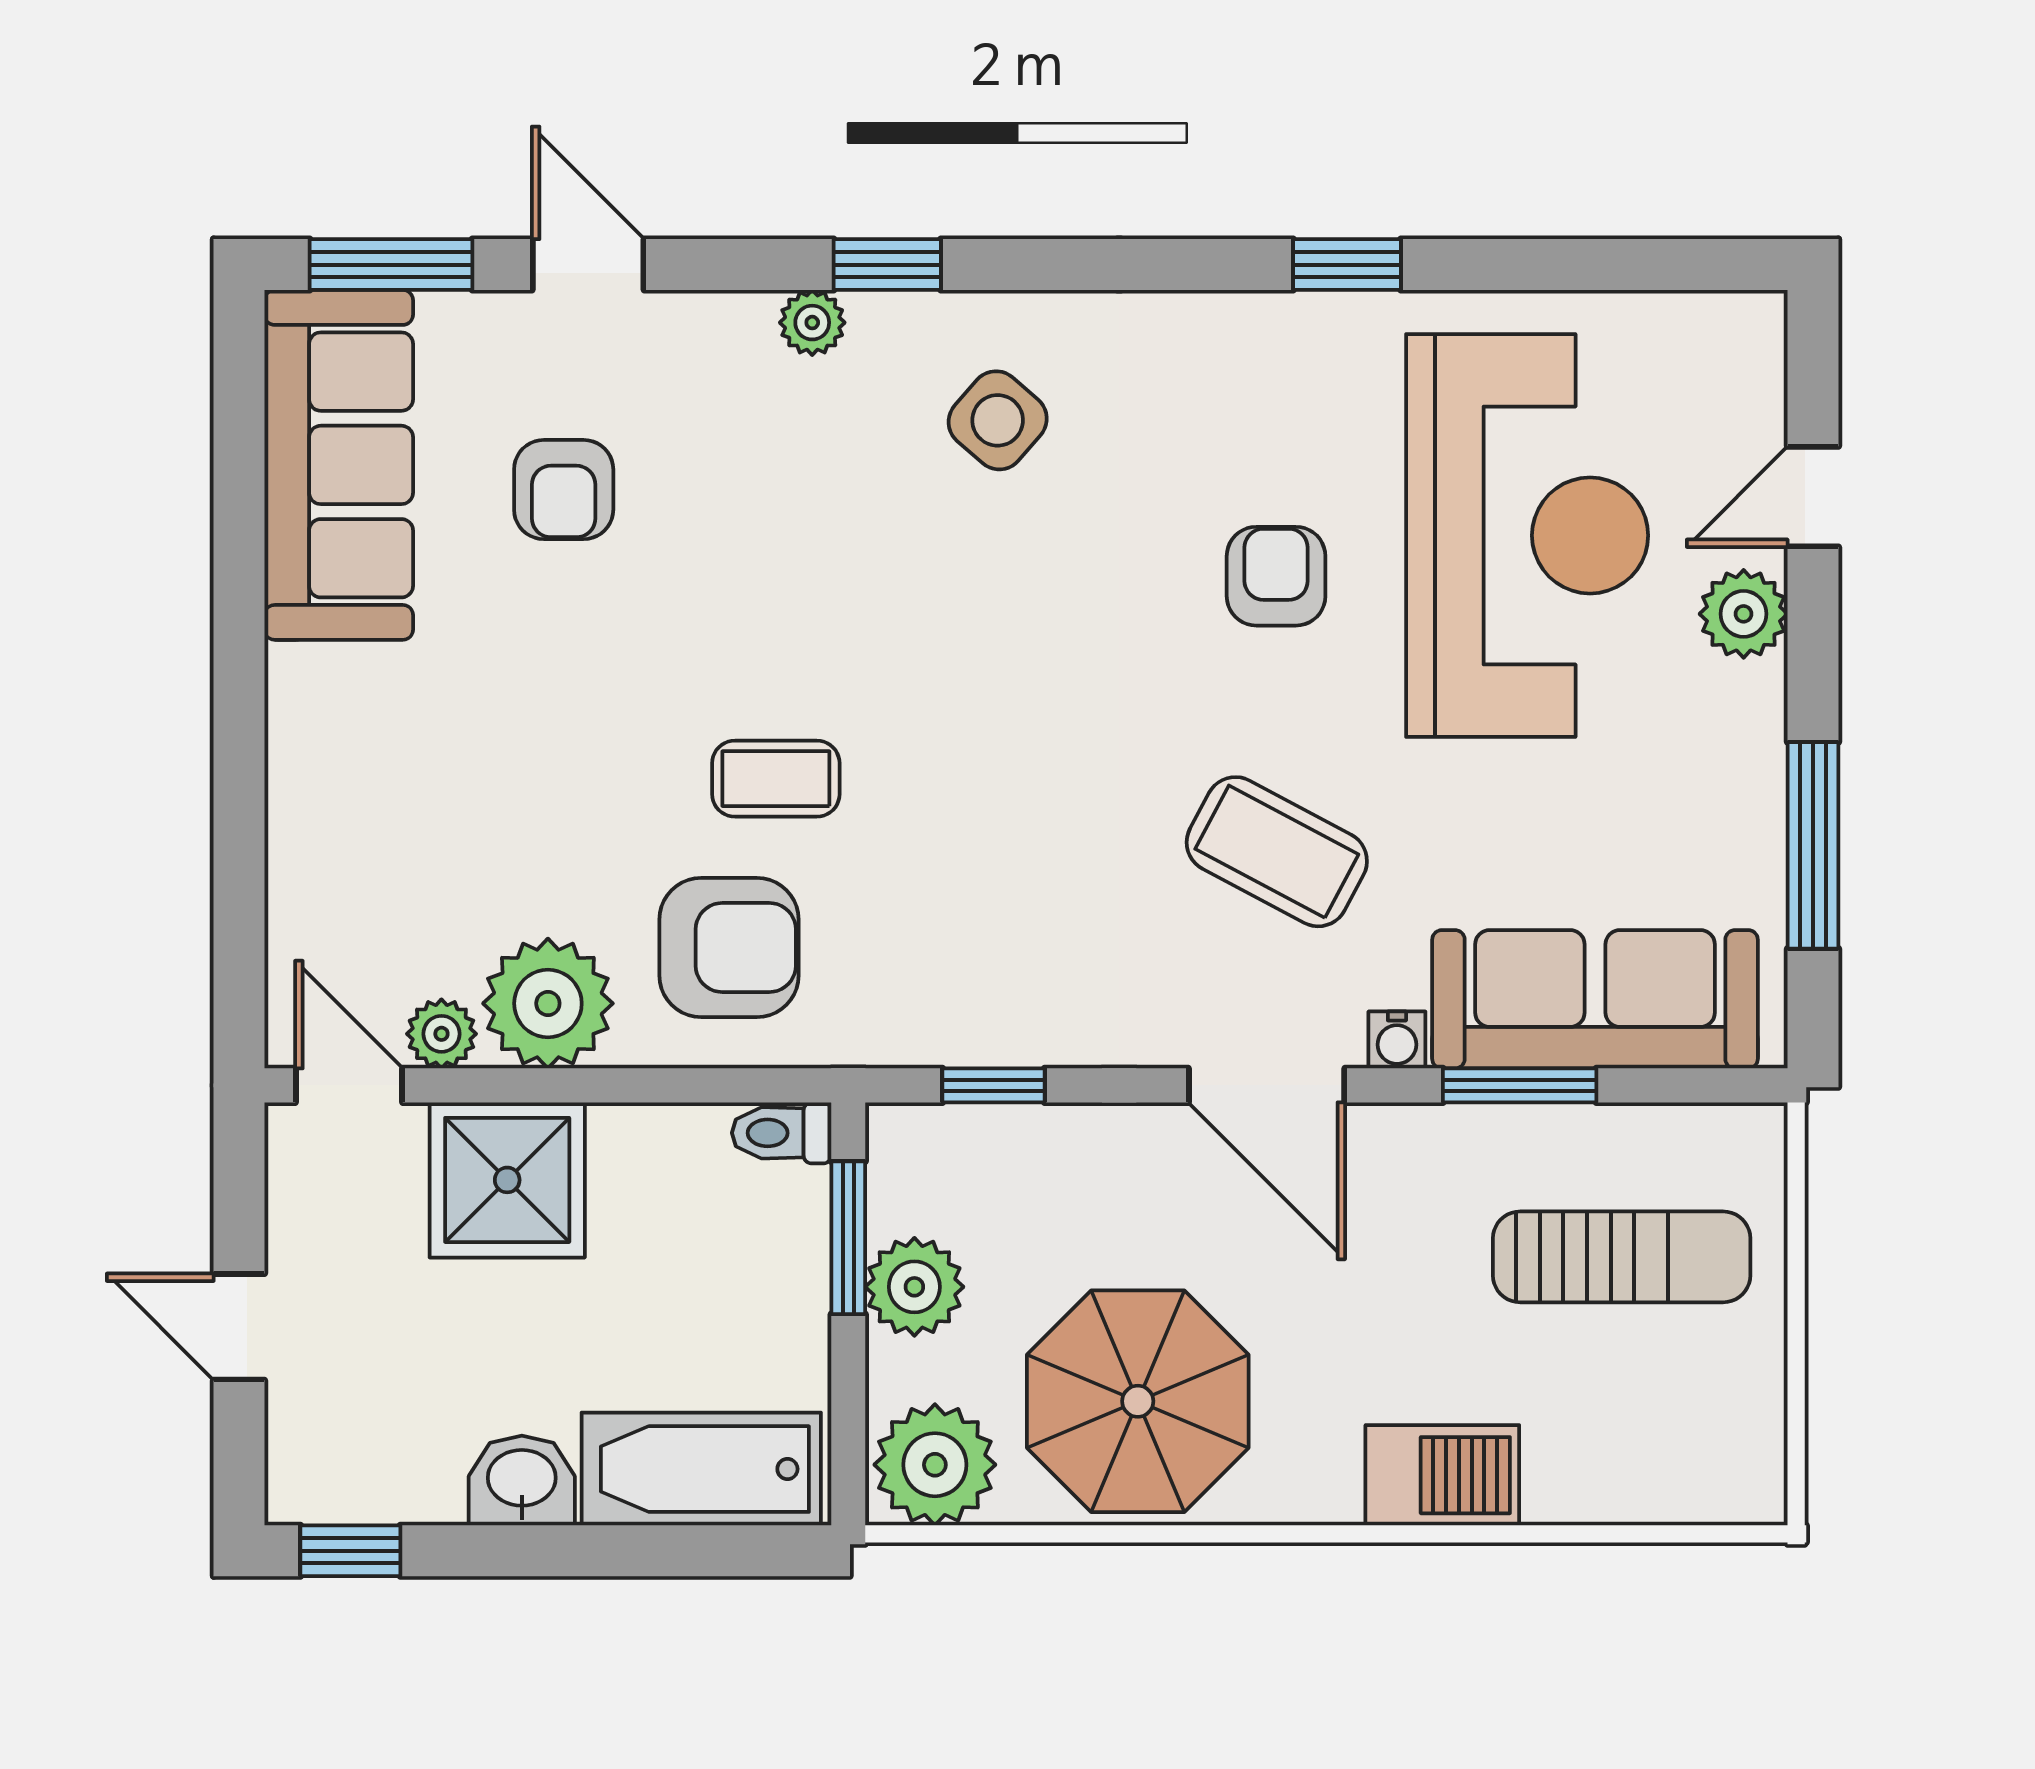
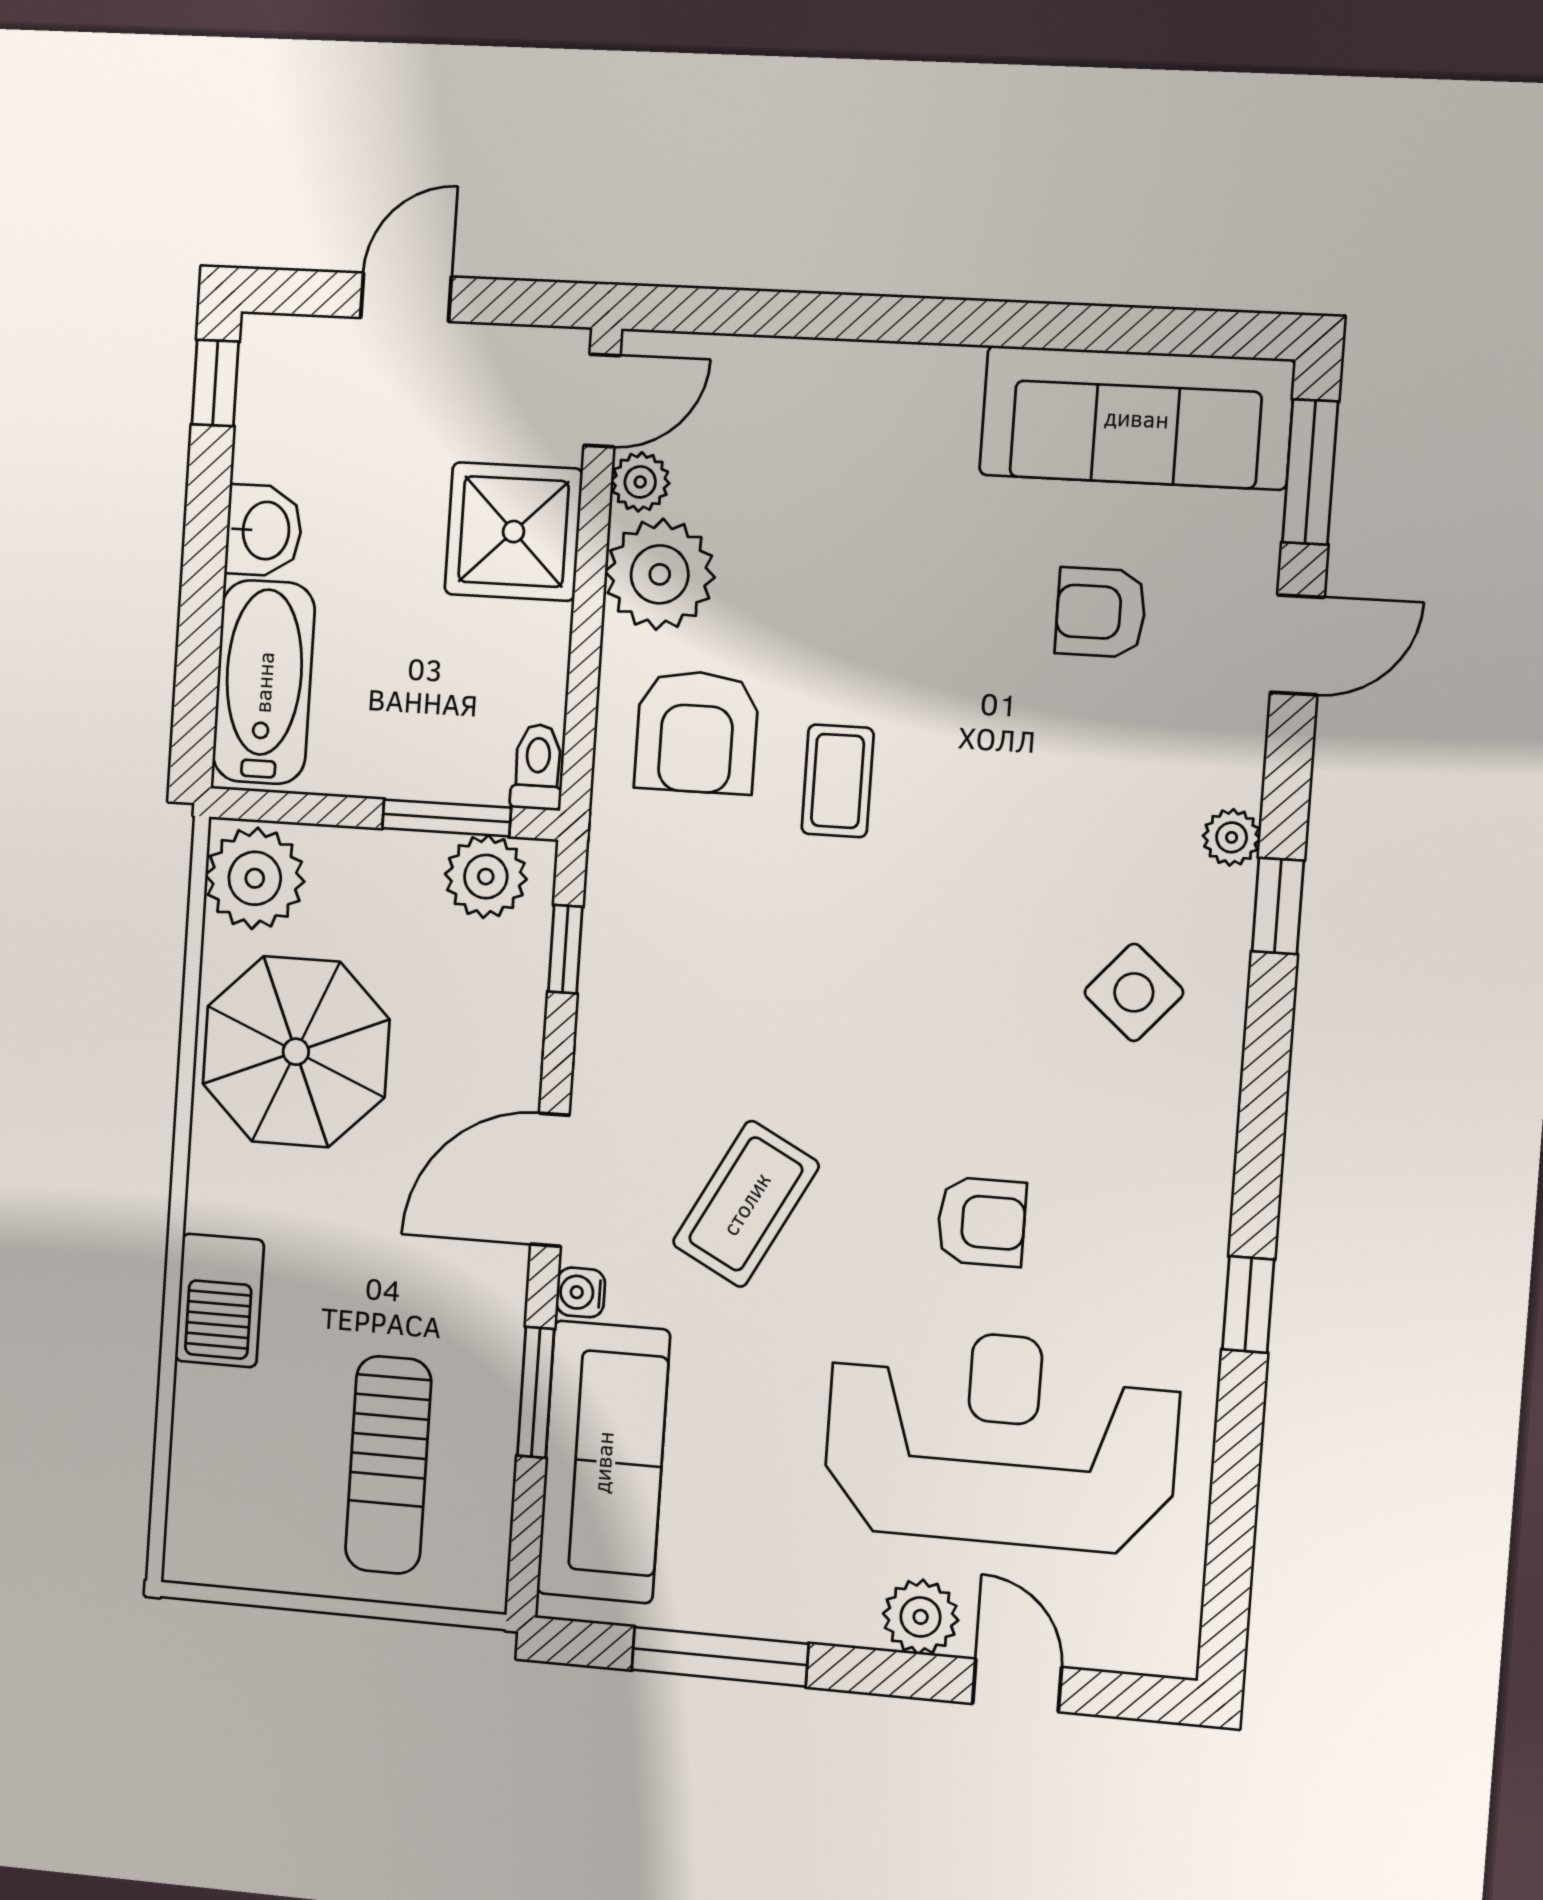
reception desk: (1527, 535) -> (1001, 1439), turned 180
plant: (914, 1287) -> (486, 877), moved

